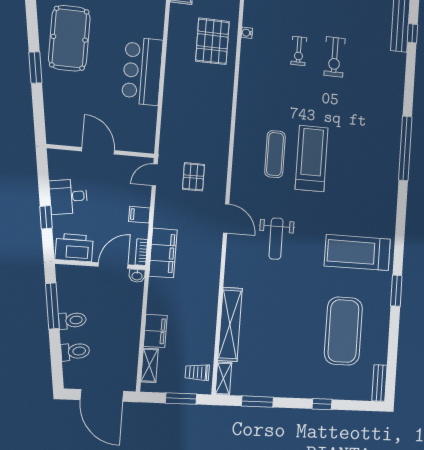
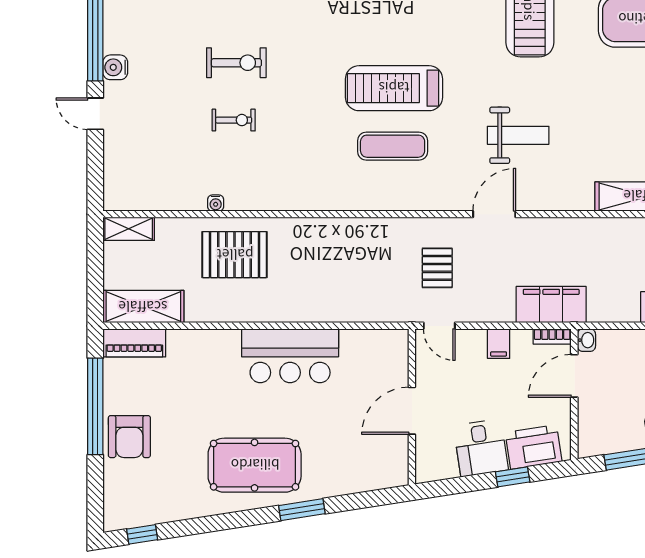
pallet: (193, 177) -> (437, 268), turned 90
printer: (74, 248) -> (534, 447), moved, turned 81
door: (113, 266) -> (574, 376), hinge flipped

